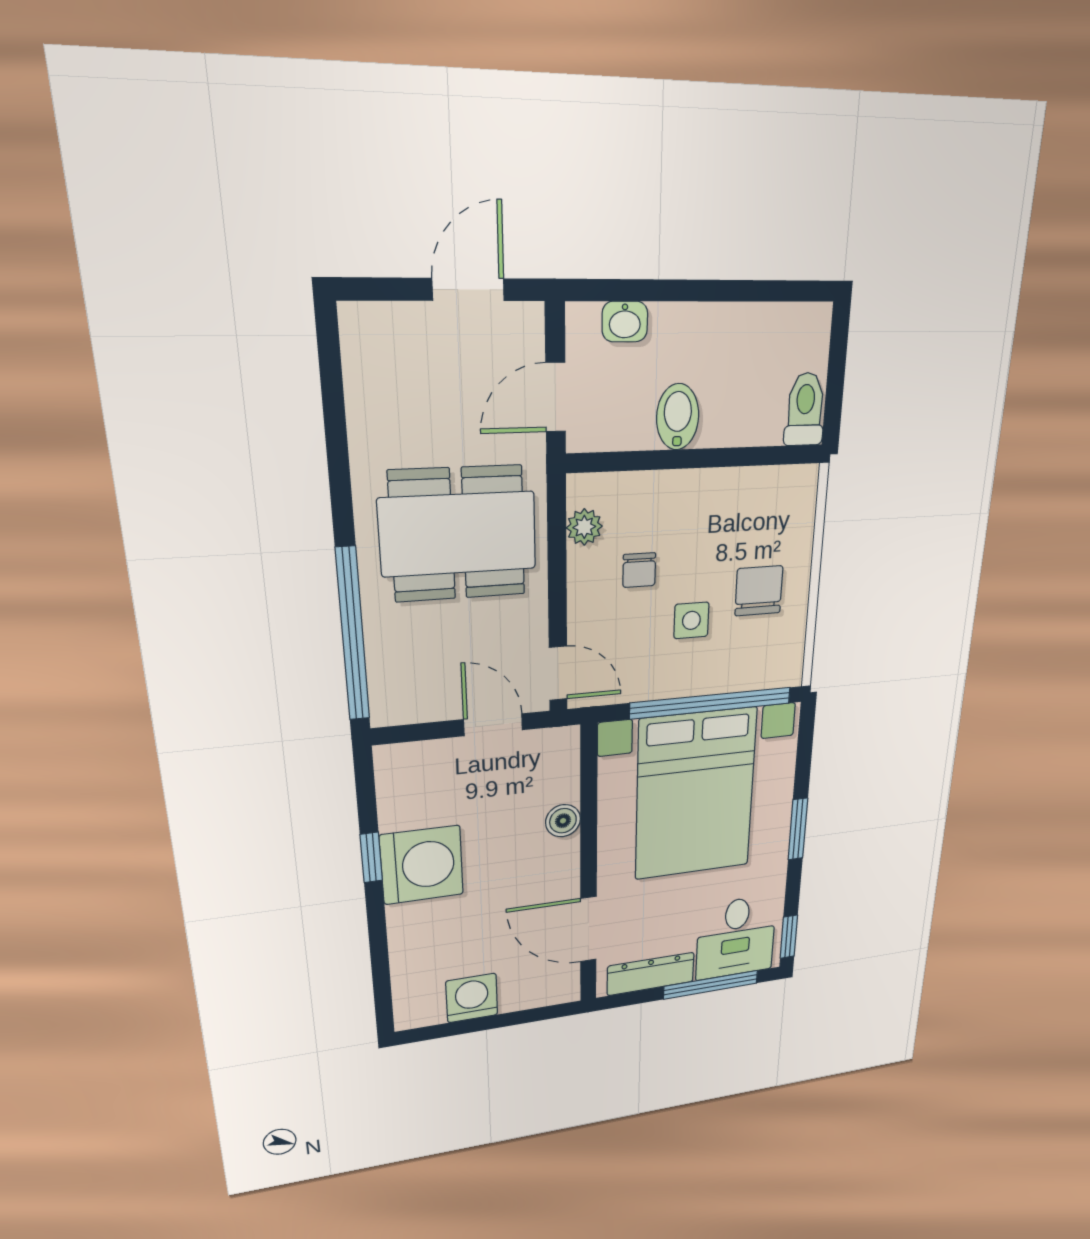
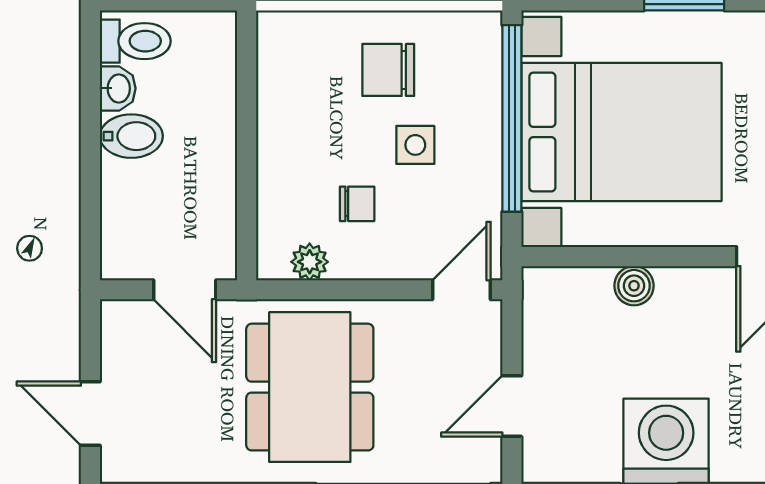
door: (468, 290) -> (90, 414), moved
washbasin: (625, 322) -> (118, 88), moved
toilet: (805, 409) -> (135, 41), moved, turned 180
bidet: (678, 417) -> (131, 136), moved, turned 180
door: (493, 725) -> (512, 406), moved

